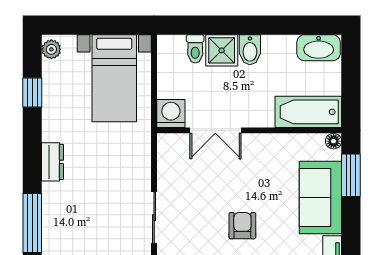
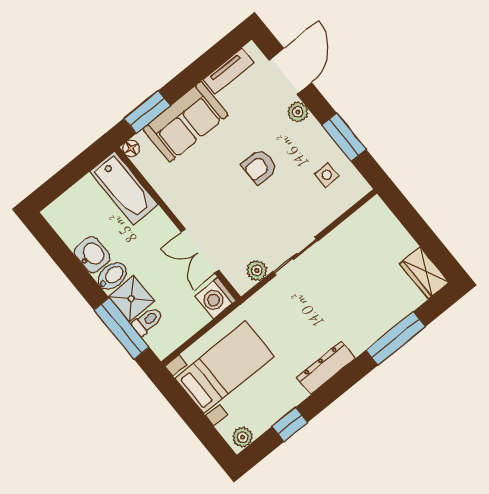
window: (205, 25) -> (122, 329), added
washbasin: (319, 48) -> (92, 255), moved, width x0.72
double door: (215, 130) -> (200, 251), swing flipped
plant: (167, 161) -> (257, 270), added
dresser: (53, 162) -> (326, 368), width x1.44
sliding door: (154, 218) -> (295, 256), moved

